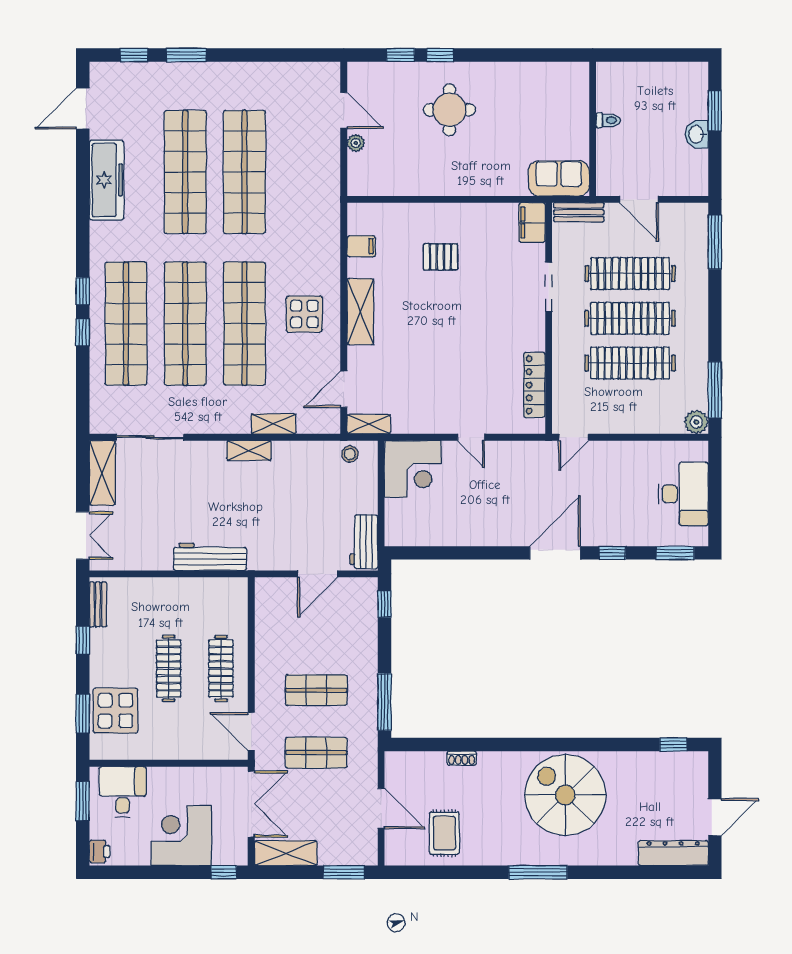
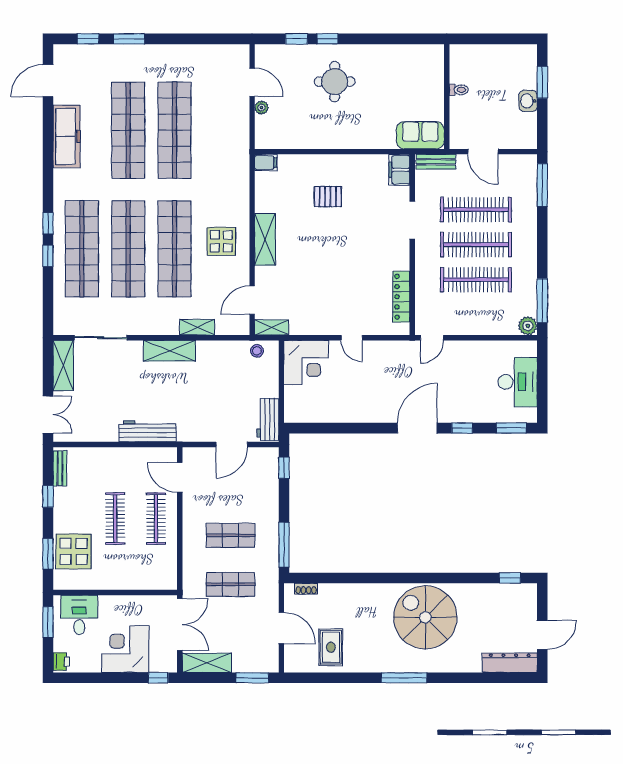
filing cabinet: (361, 246) -> (266, 163), moved
shelving: (249, 451) -> (169, 351), width x1.50, depth x1.33
door: (251, 731) -> (180, 477), moved
shoe rack: (462, 758) -> (306, 589), moved

